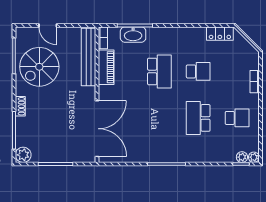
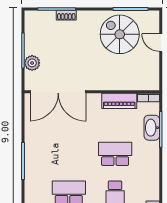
door: (48, 25) -> (161, 43), hinge flipped
bench: (89, 57) -> (130, 83), removed
school desk: (159, 71) -> (115, 154), turned 180
shoe rack: (20, 106) -> (66, 15), moved
plant: (23, 155) -> (32, 63), moved

